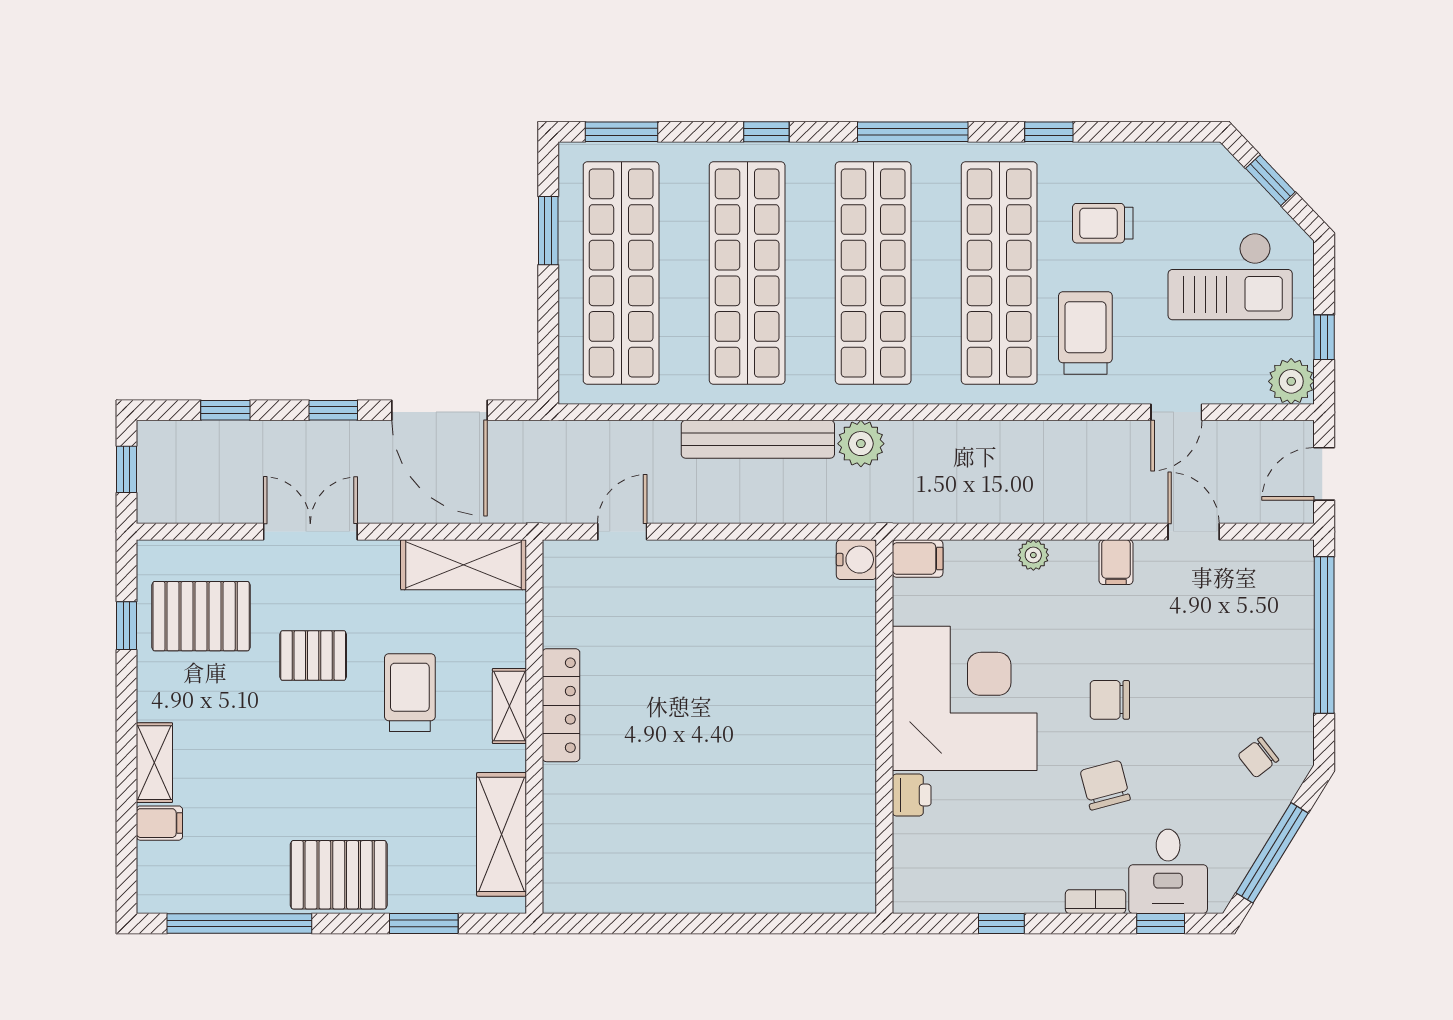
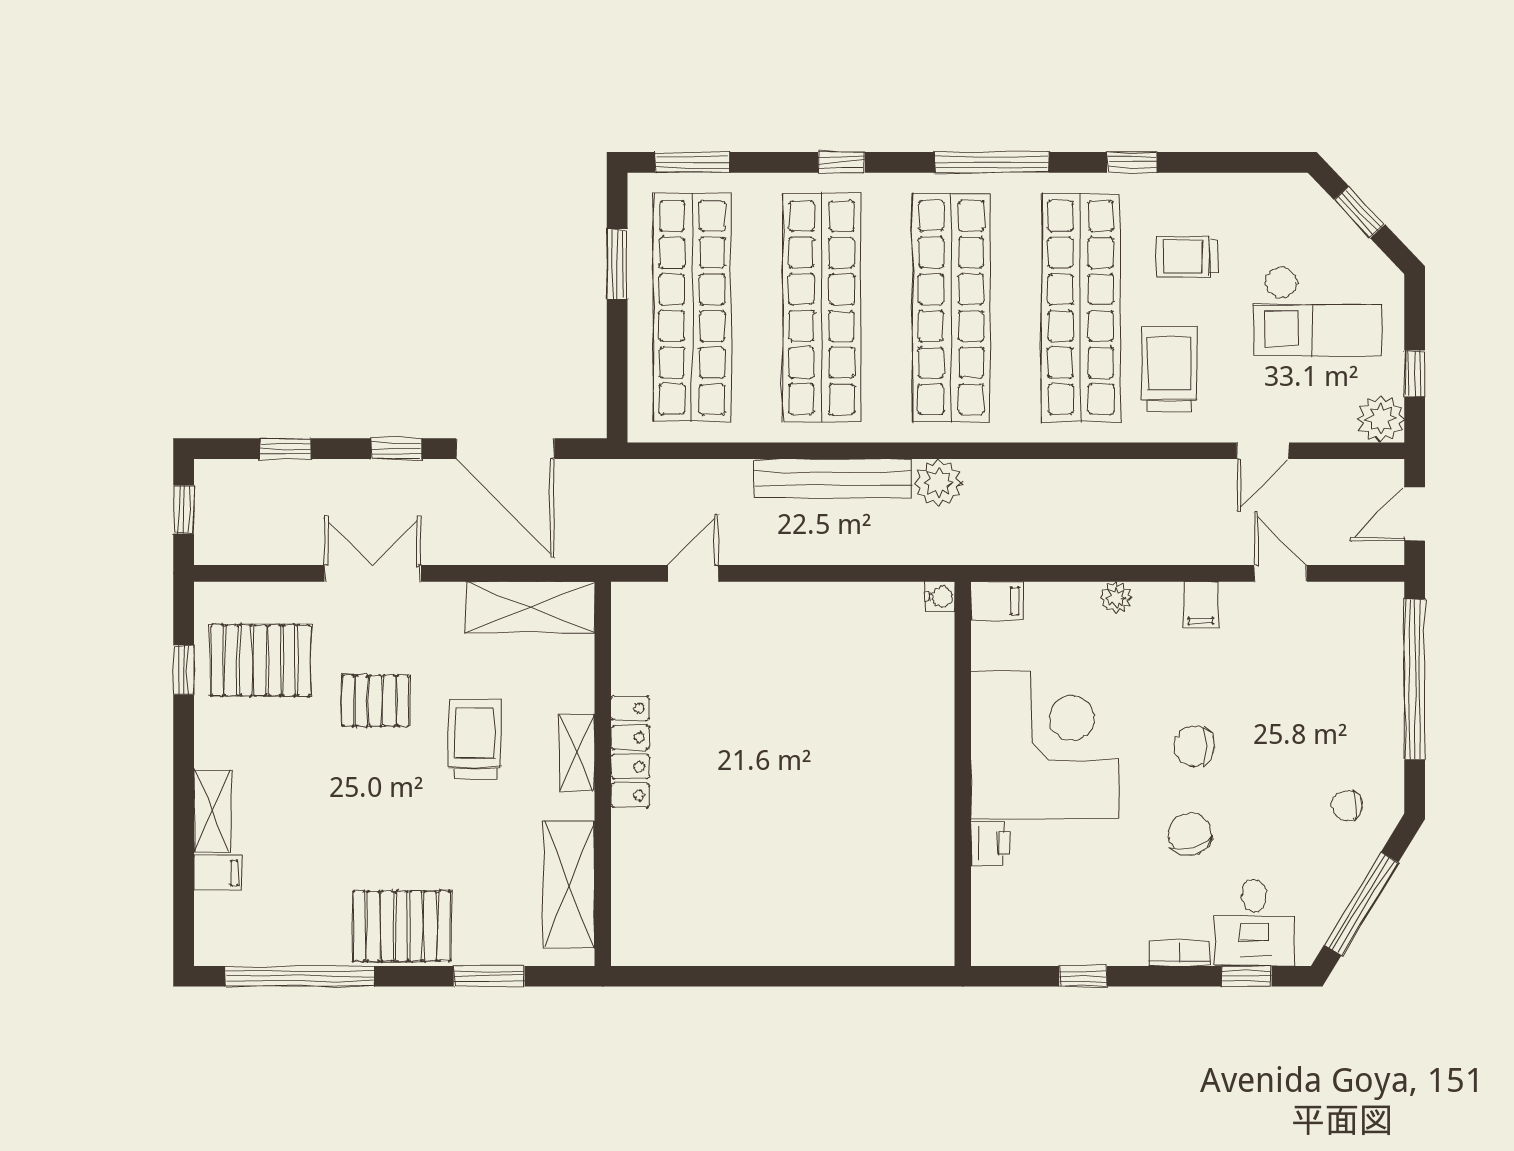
water cooler: (856, 560) -> (940, 596), width x0.72, depth x0.72
chair: (1258, 757) -> (1347, 806), turned 38

